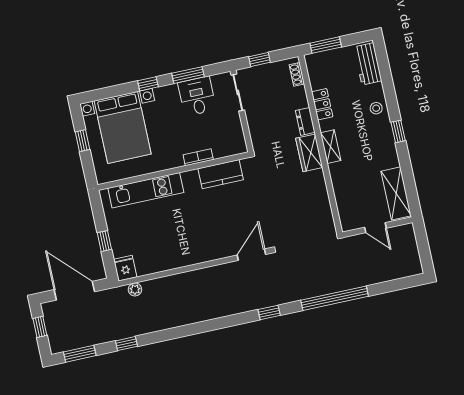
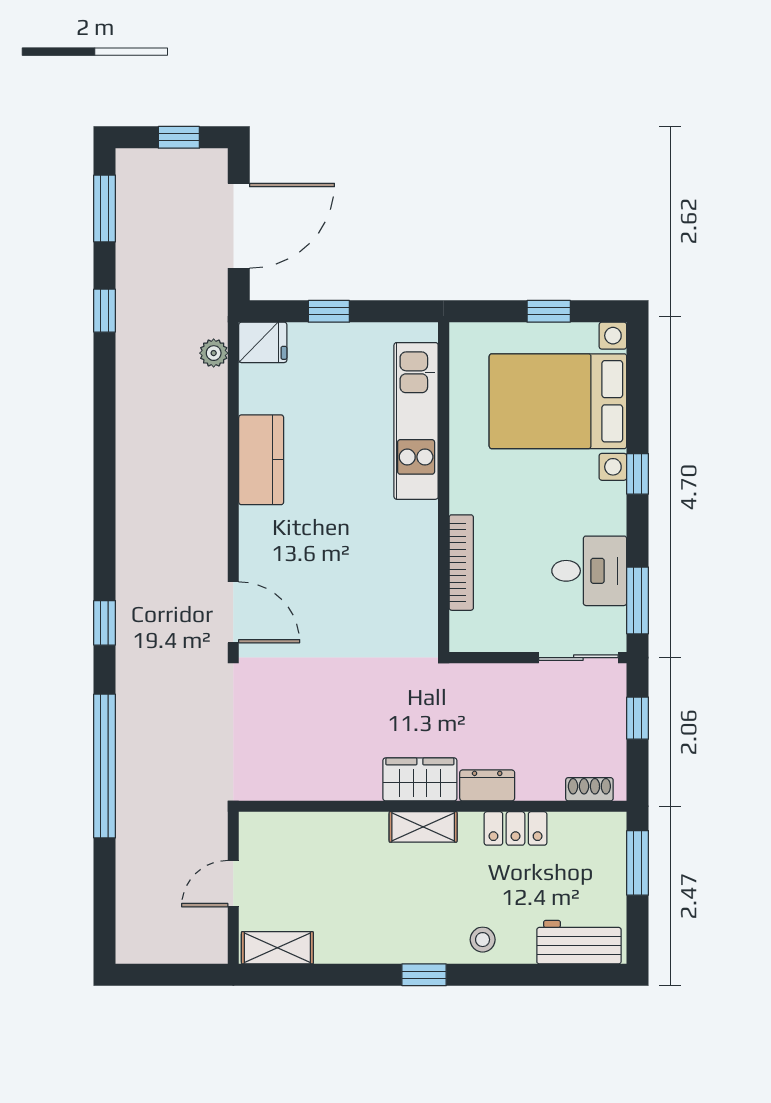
window: (188, 75) -> (638, 600), moved
bookcase: (198, 157) -> (461, 563), width x1.56
kitchen counter: (221, 174) -> (261, 460), moved, turned 180
shelving: (396, 193) -> (277, 948), width x0.67, depth x0.75

